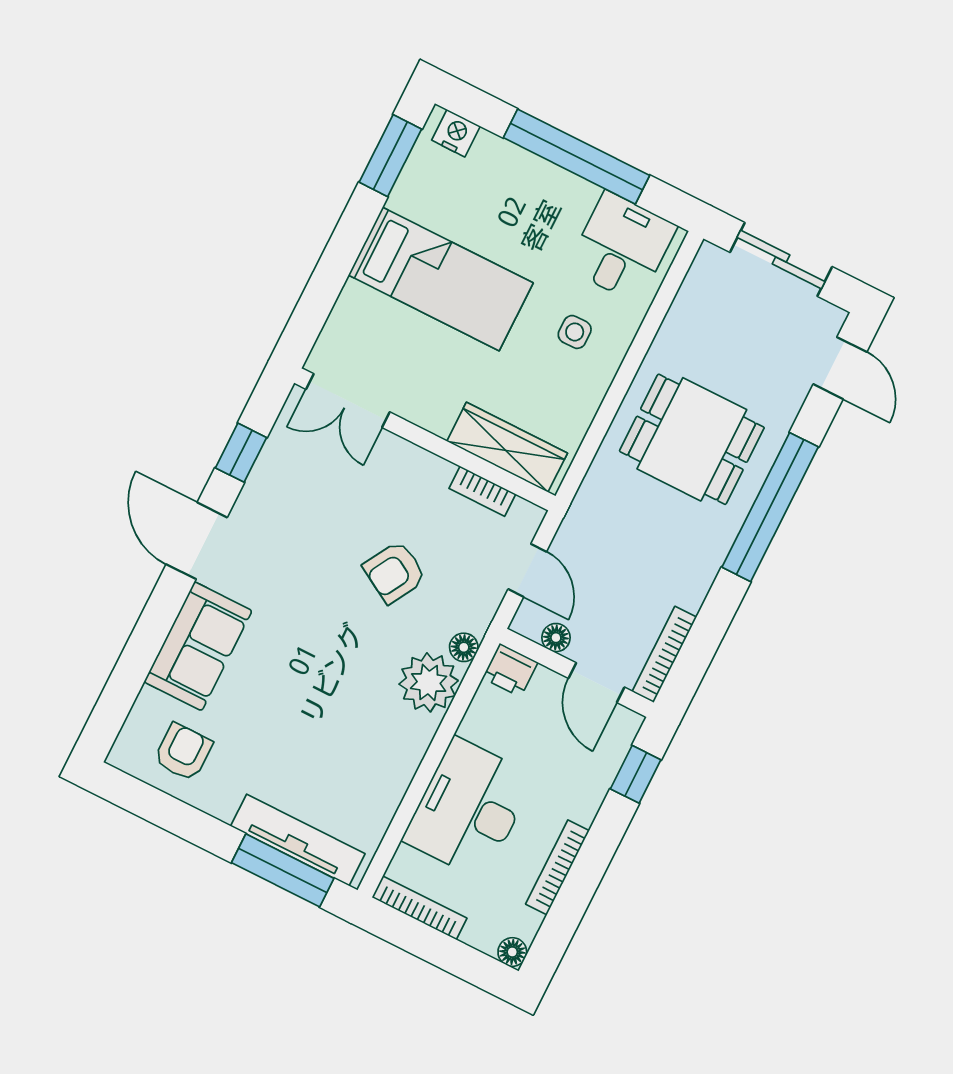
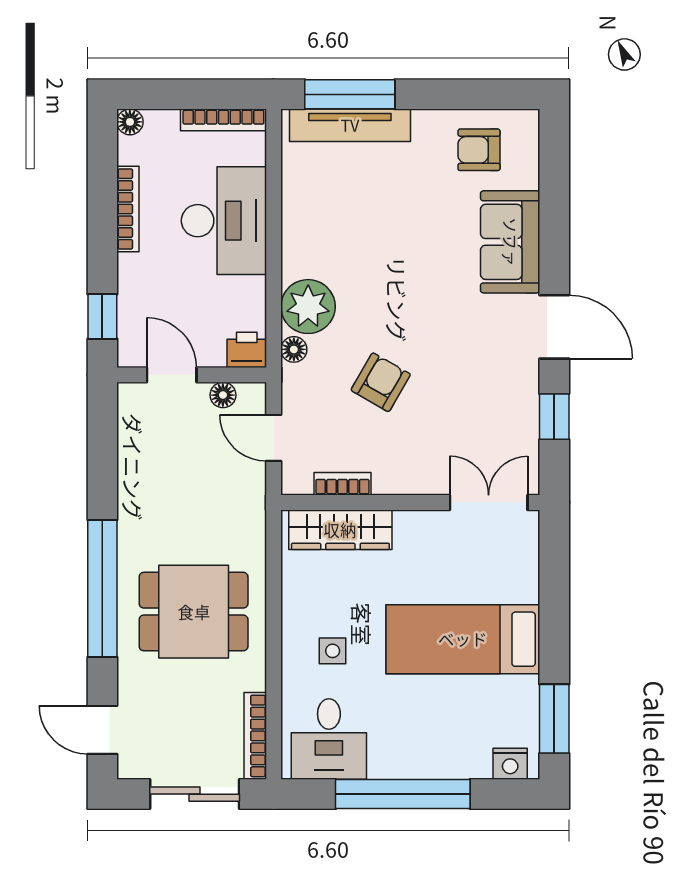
bookcase: (664, 654) -> (255, 736), moved, turned 180
armchair: (183, 752) -> (479, 150), turned 90

